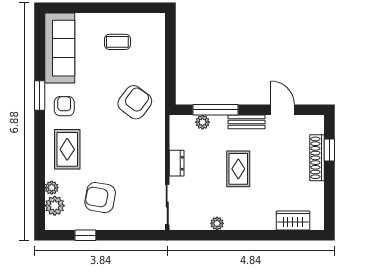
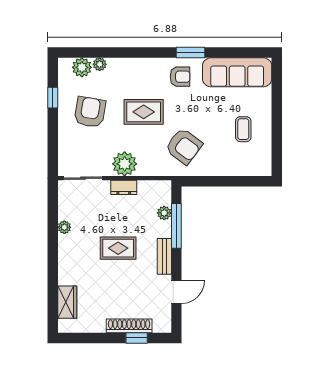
rug: (67, 149) -> (144, 112), moved
plant: (153, 162) -> (125, 164), added

